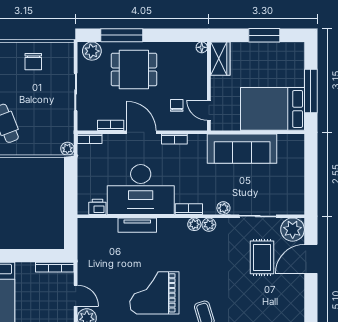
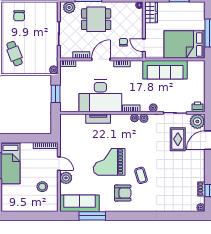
chair: (33, 62) -> (19, 16), moved
door: (142, 132) -> (101, 59), hinge flipped
window: (71, 186) -> (56, 94), added
printer: (97, 207) -> (197, 107), moved

